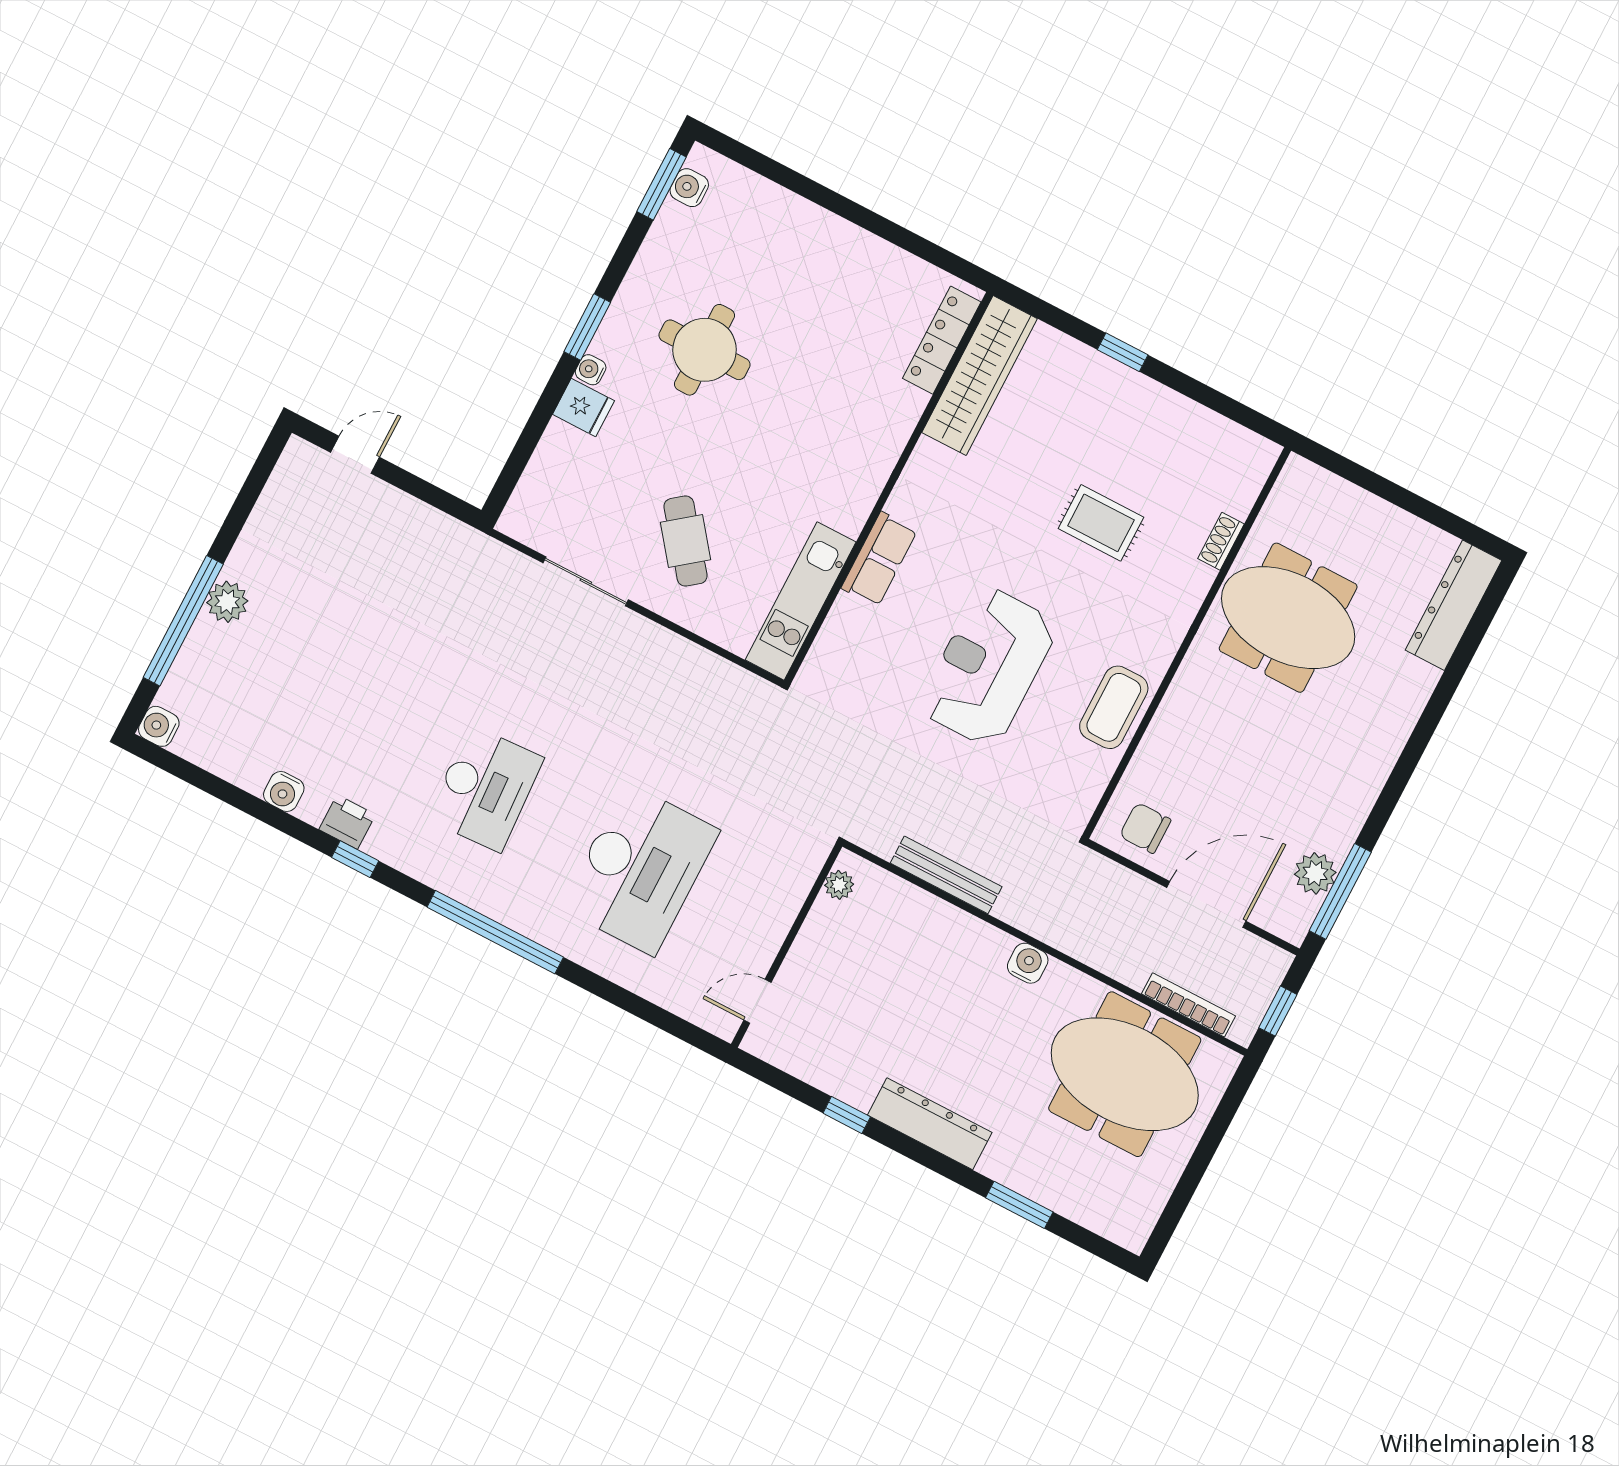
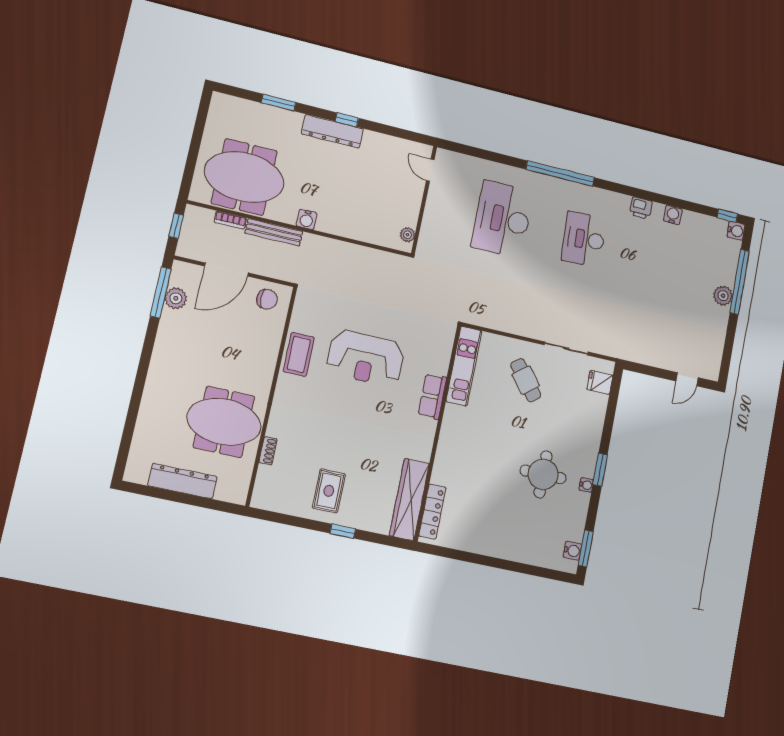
water cooler: (591, 370) -> (586, 485), moved
fridge: (583, 408) -> (600, 382), moved
rug: (1101, 523) -> (329, 491), moved, turned 90
dresser: (1454, 605) -> (182, 481), moved, turned -90
reception desk: (988, 667) -> (365, 358), turned 90
window: (355, 859) -> (727, 216), moved
bench: (946, 875) -> (274, 232), moved
door: (757, 1001) -> (430, 170), swing flipped
bookcase: (1188, 1005) -> (230, 220), width x0.64
window: (847, 1115) -> (347, 120), moved

